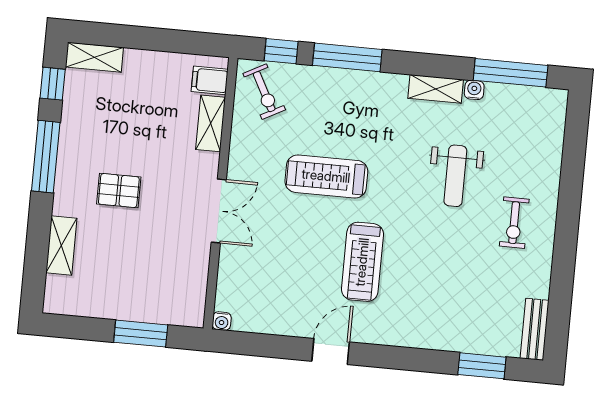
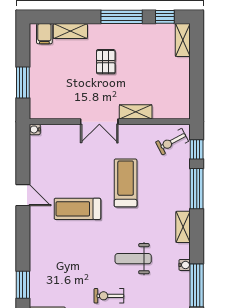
filing cabinet: (210, 80) -> (44, 34), moved, turned 180
shelving: (436, 89) -> (183, 227), moved
shelving: (211, 123) -> (136, 112), moved

